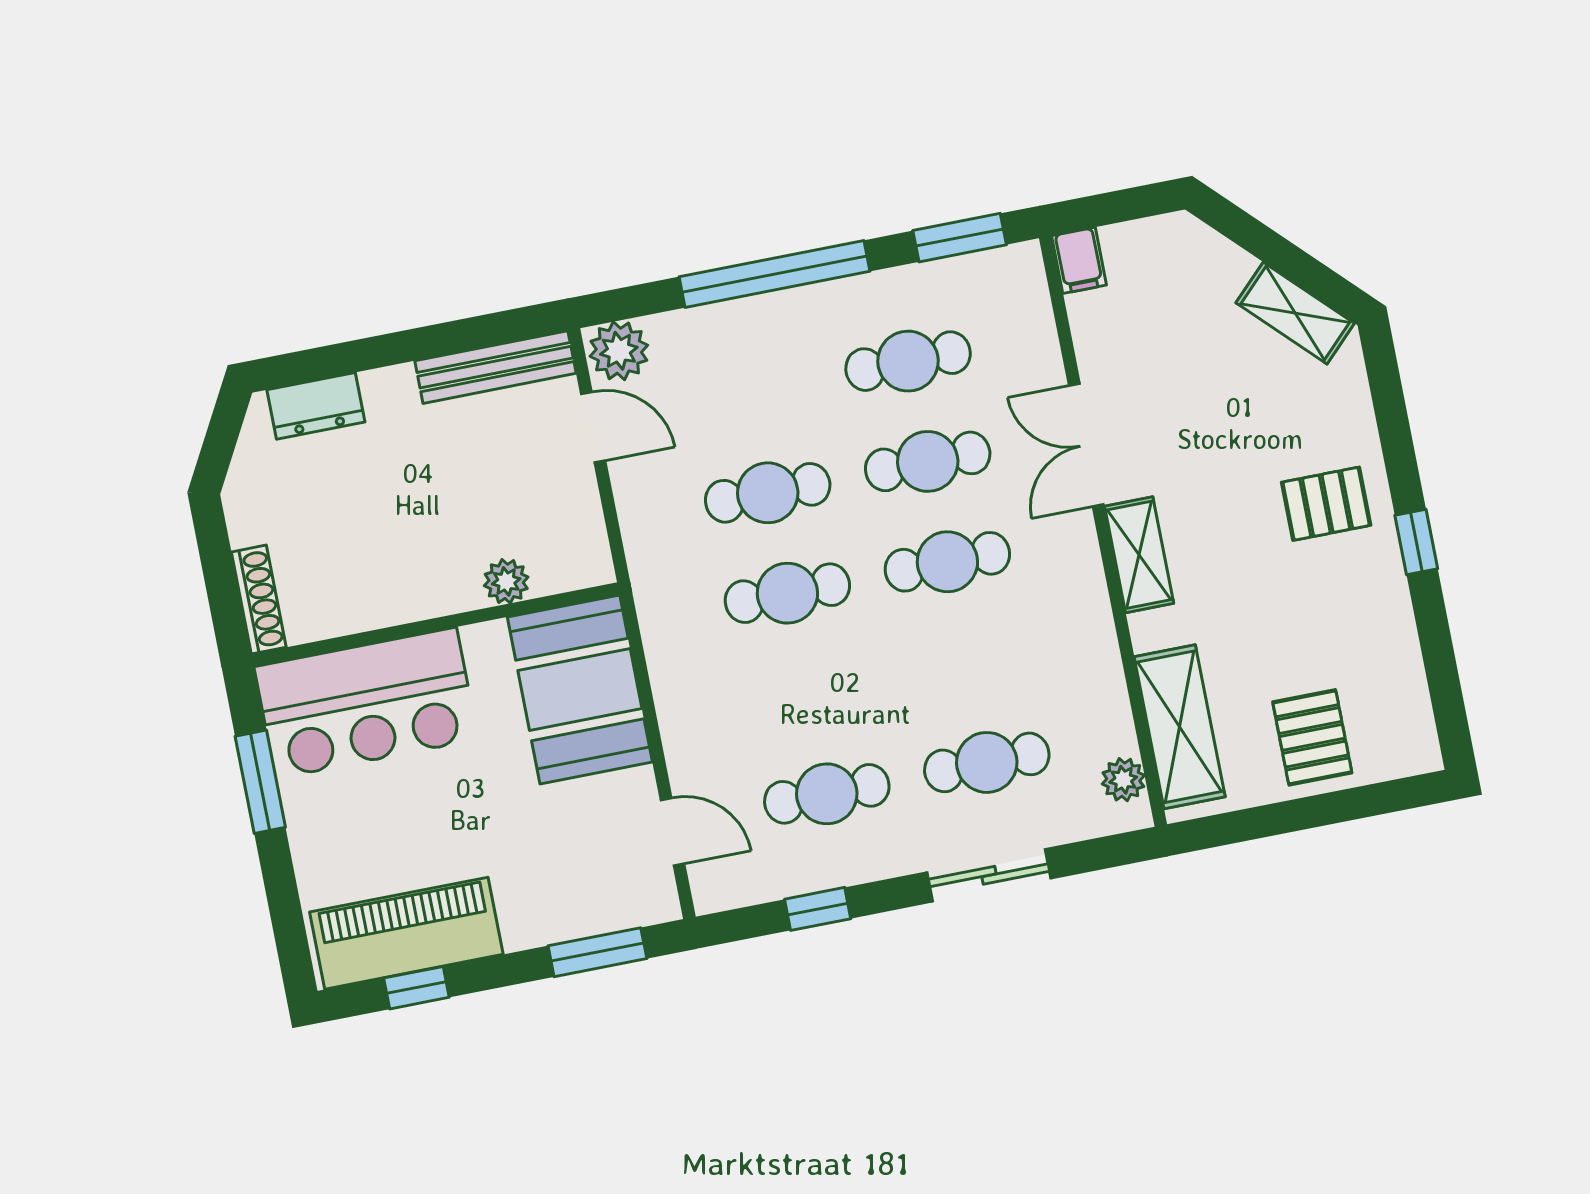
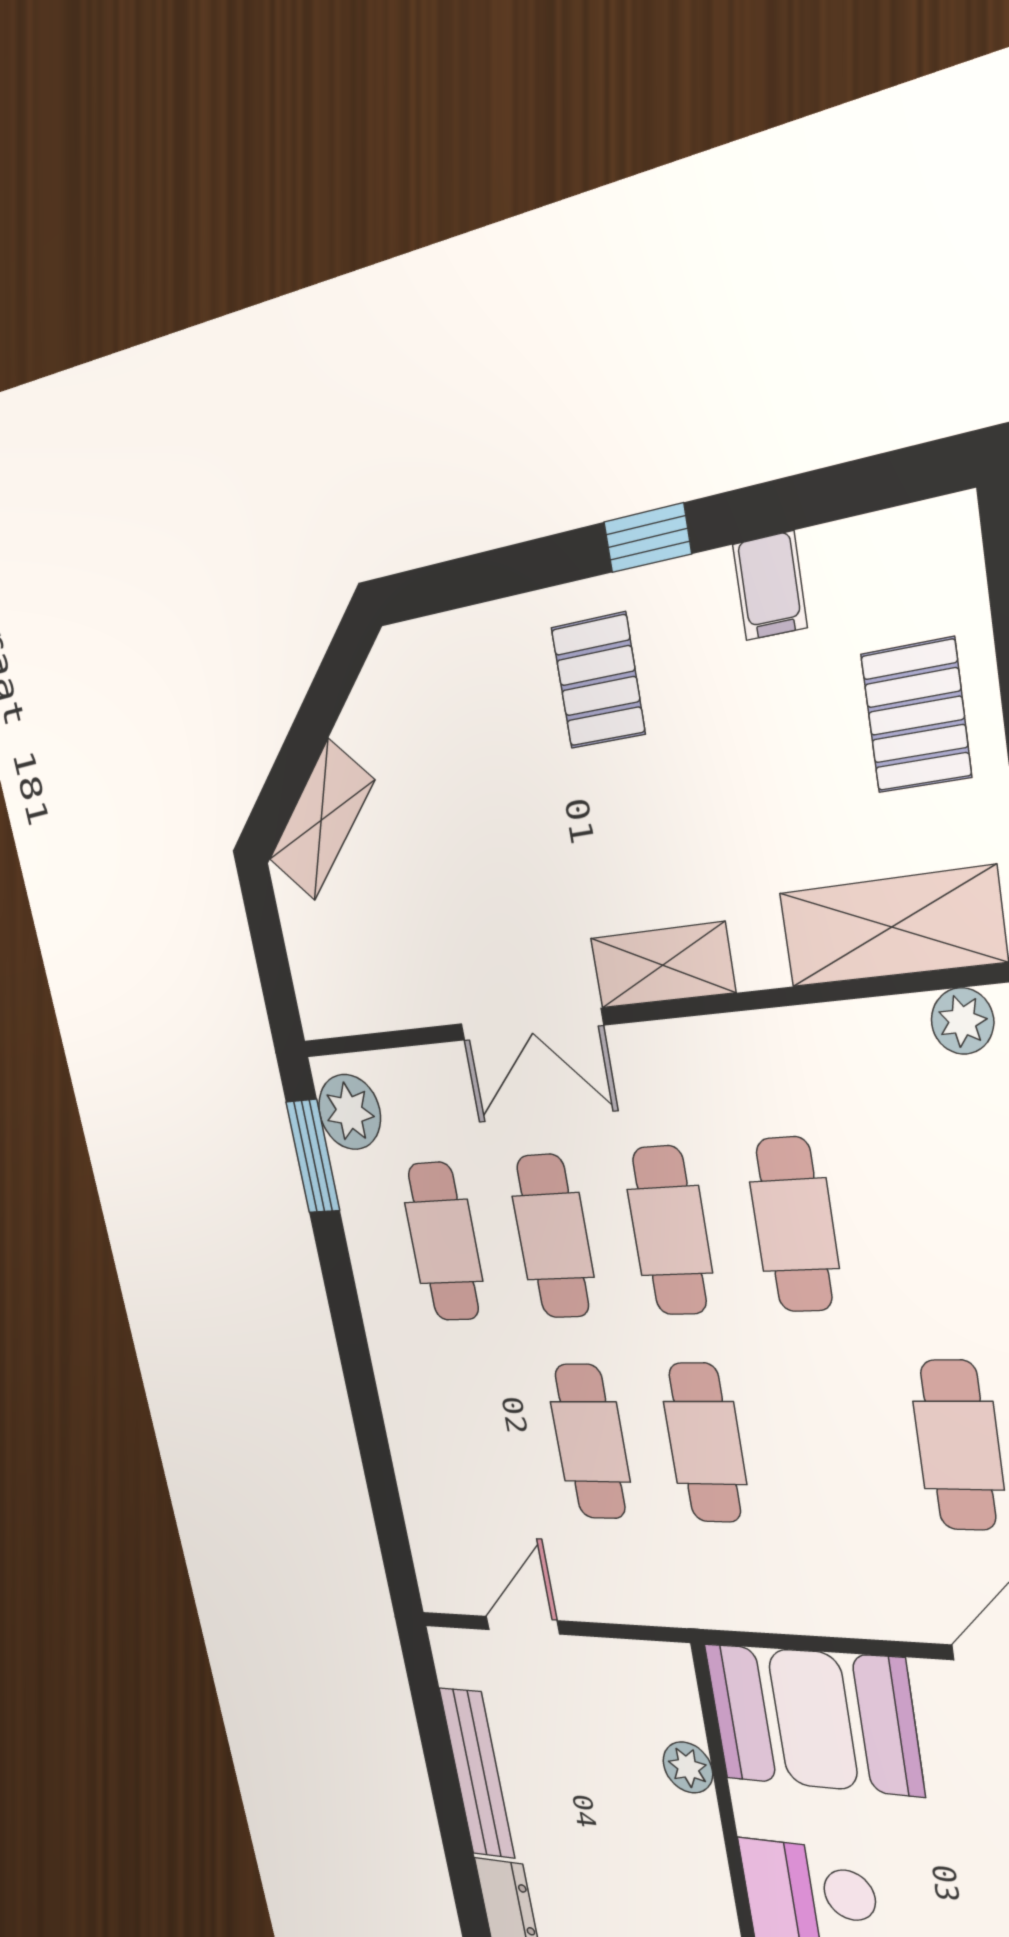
filing cabinet: (1079, 260) -> (770, 586), moved, turned 90
window: (775, 274) -> (360, 1383), removed
shelving: (1295, 313) -> (321, 820), moved
plant: (619, 351) -> (350, 1112), moved
bench: (495, 367) -> (477, 1774), moved
pallet: (1312, 737) -> (916, 716), turned 90
cafe table: (987, 762) -> (794, 1225), moved

